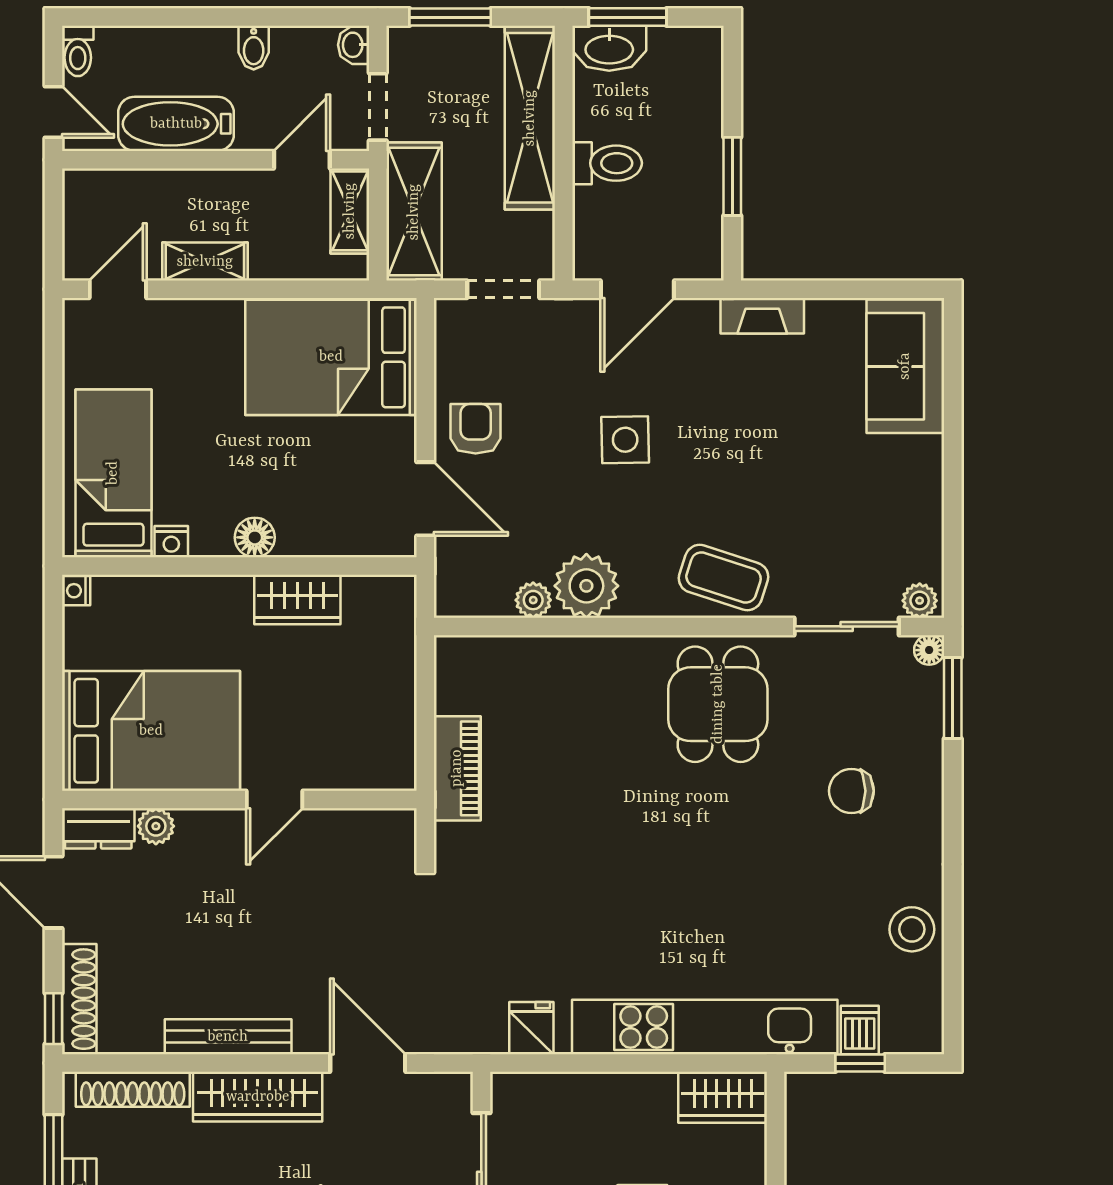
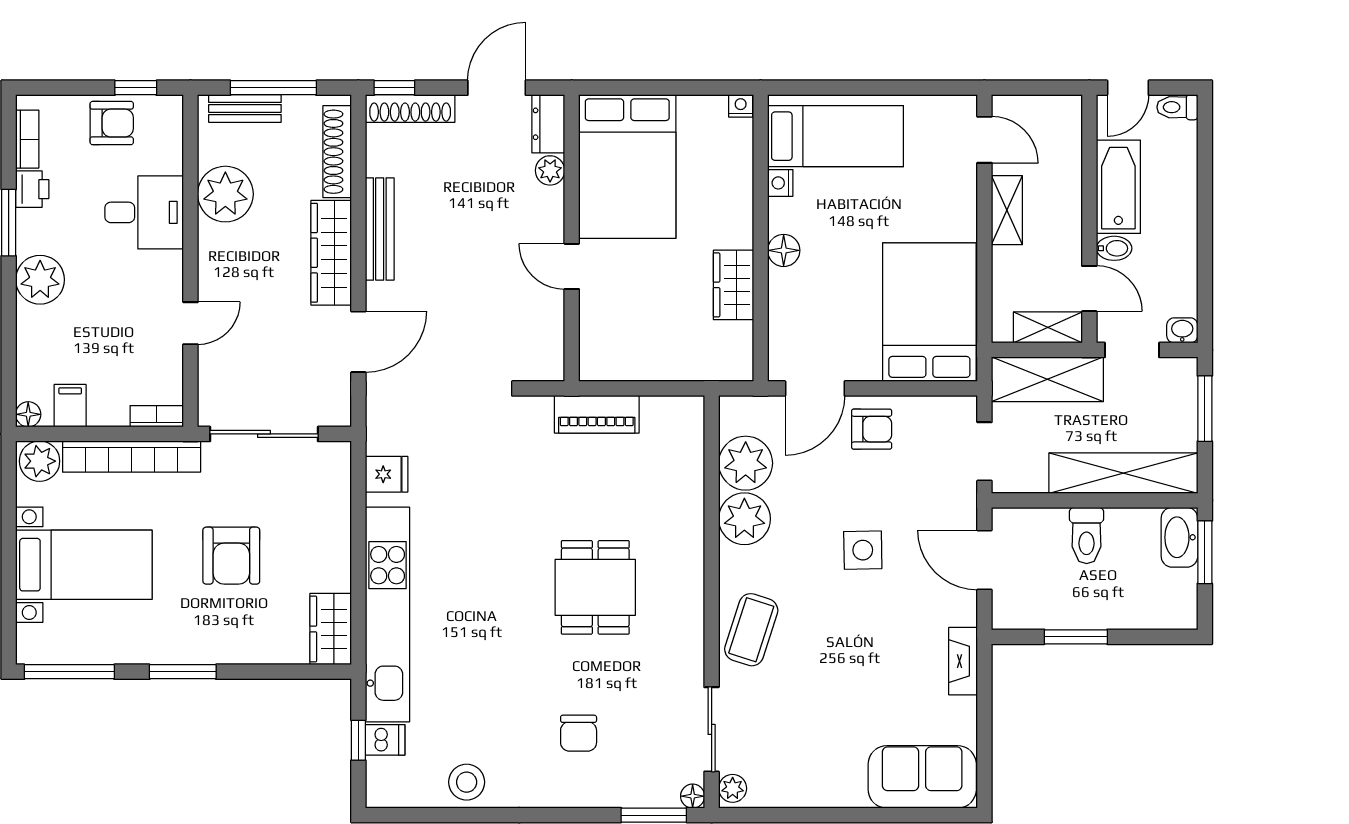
bidet: (254, 48) -> (1114, 248), moved, turned 180
plant: (533, 600) -> (746, 463), width x1.87, depth x1.87
dining table: (718, 704) -> (595, 587), moved, turned 90
chair: (851, 791) -> (579, 733), turned 180

